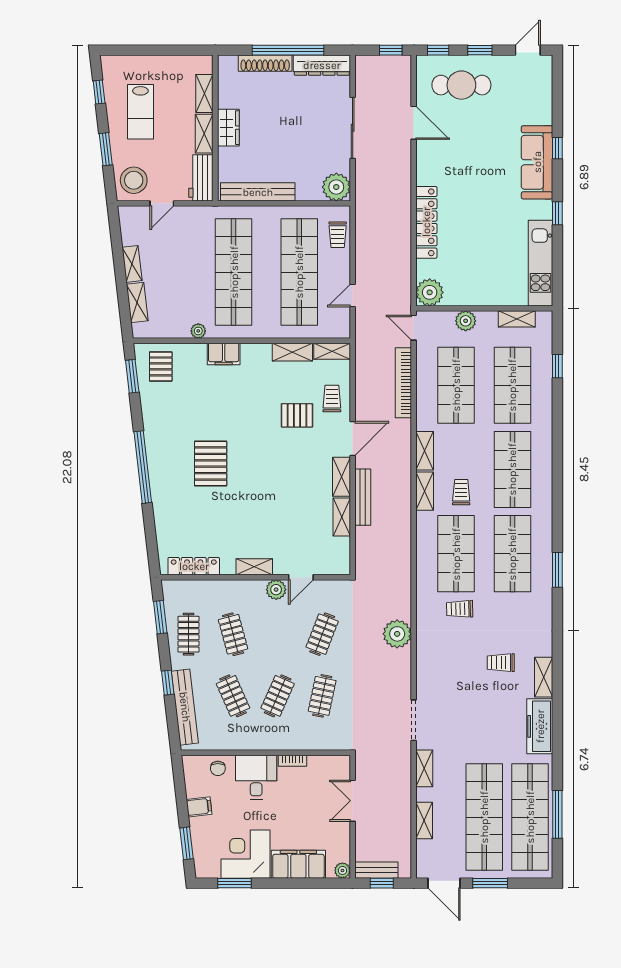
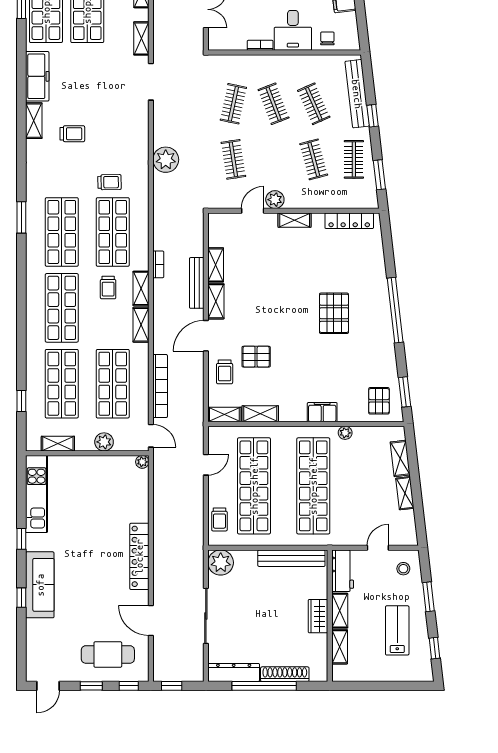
stool: (134, 180) -> (403, 569), width x0.53, depth x0.53
locker: (426, 222) -> (139, 556), moved
trolley: (338, 235) -> (219, 519), turned 180
plant: (430, 292) -> (142, 462), width x0.53, depth x0.53
bookcase: (405, 518) -> (158, 264), added
clothes rail: (322, 634) -> (233, 159), turned -30
clothes rail: (278, 696) -> (274, 104), turned -45

